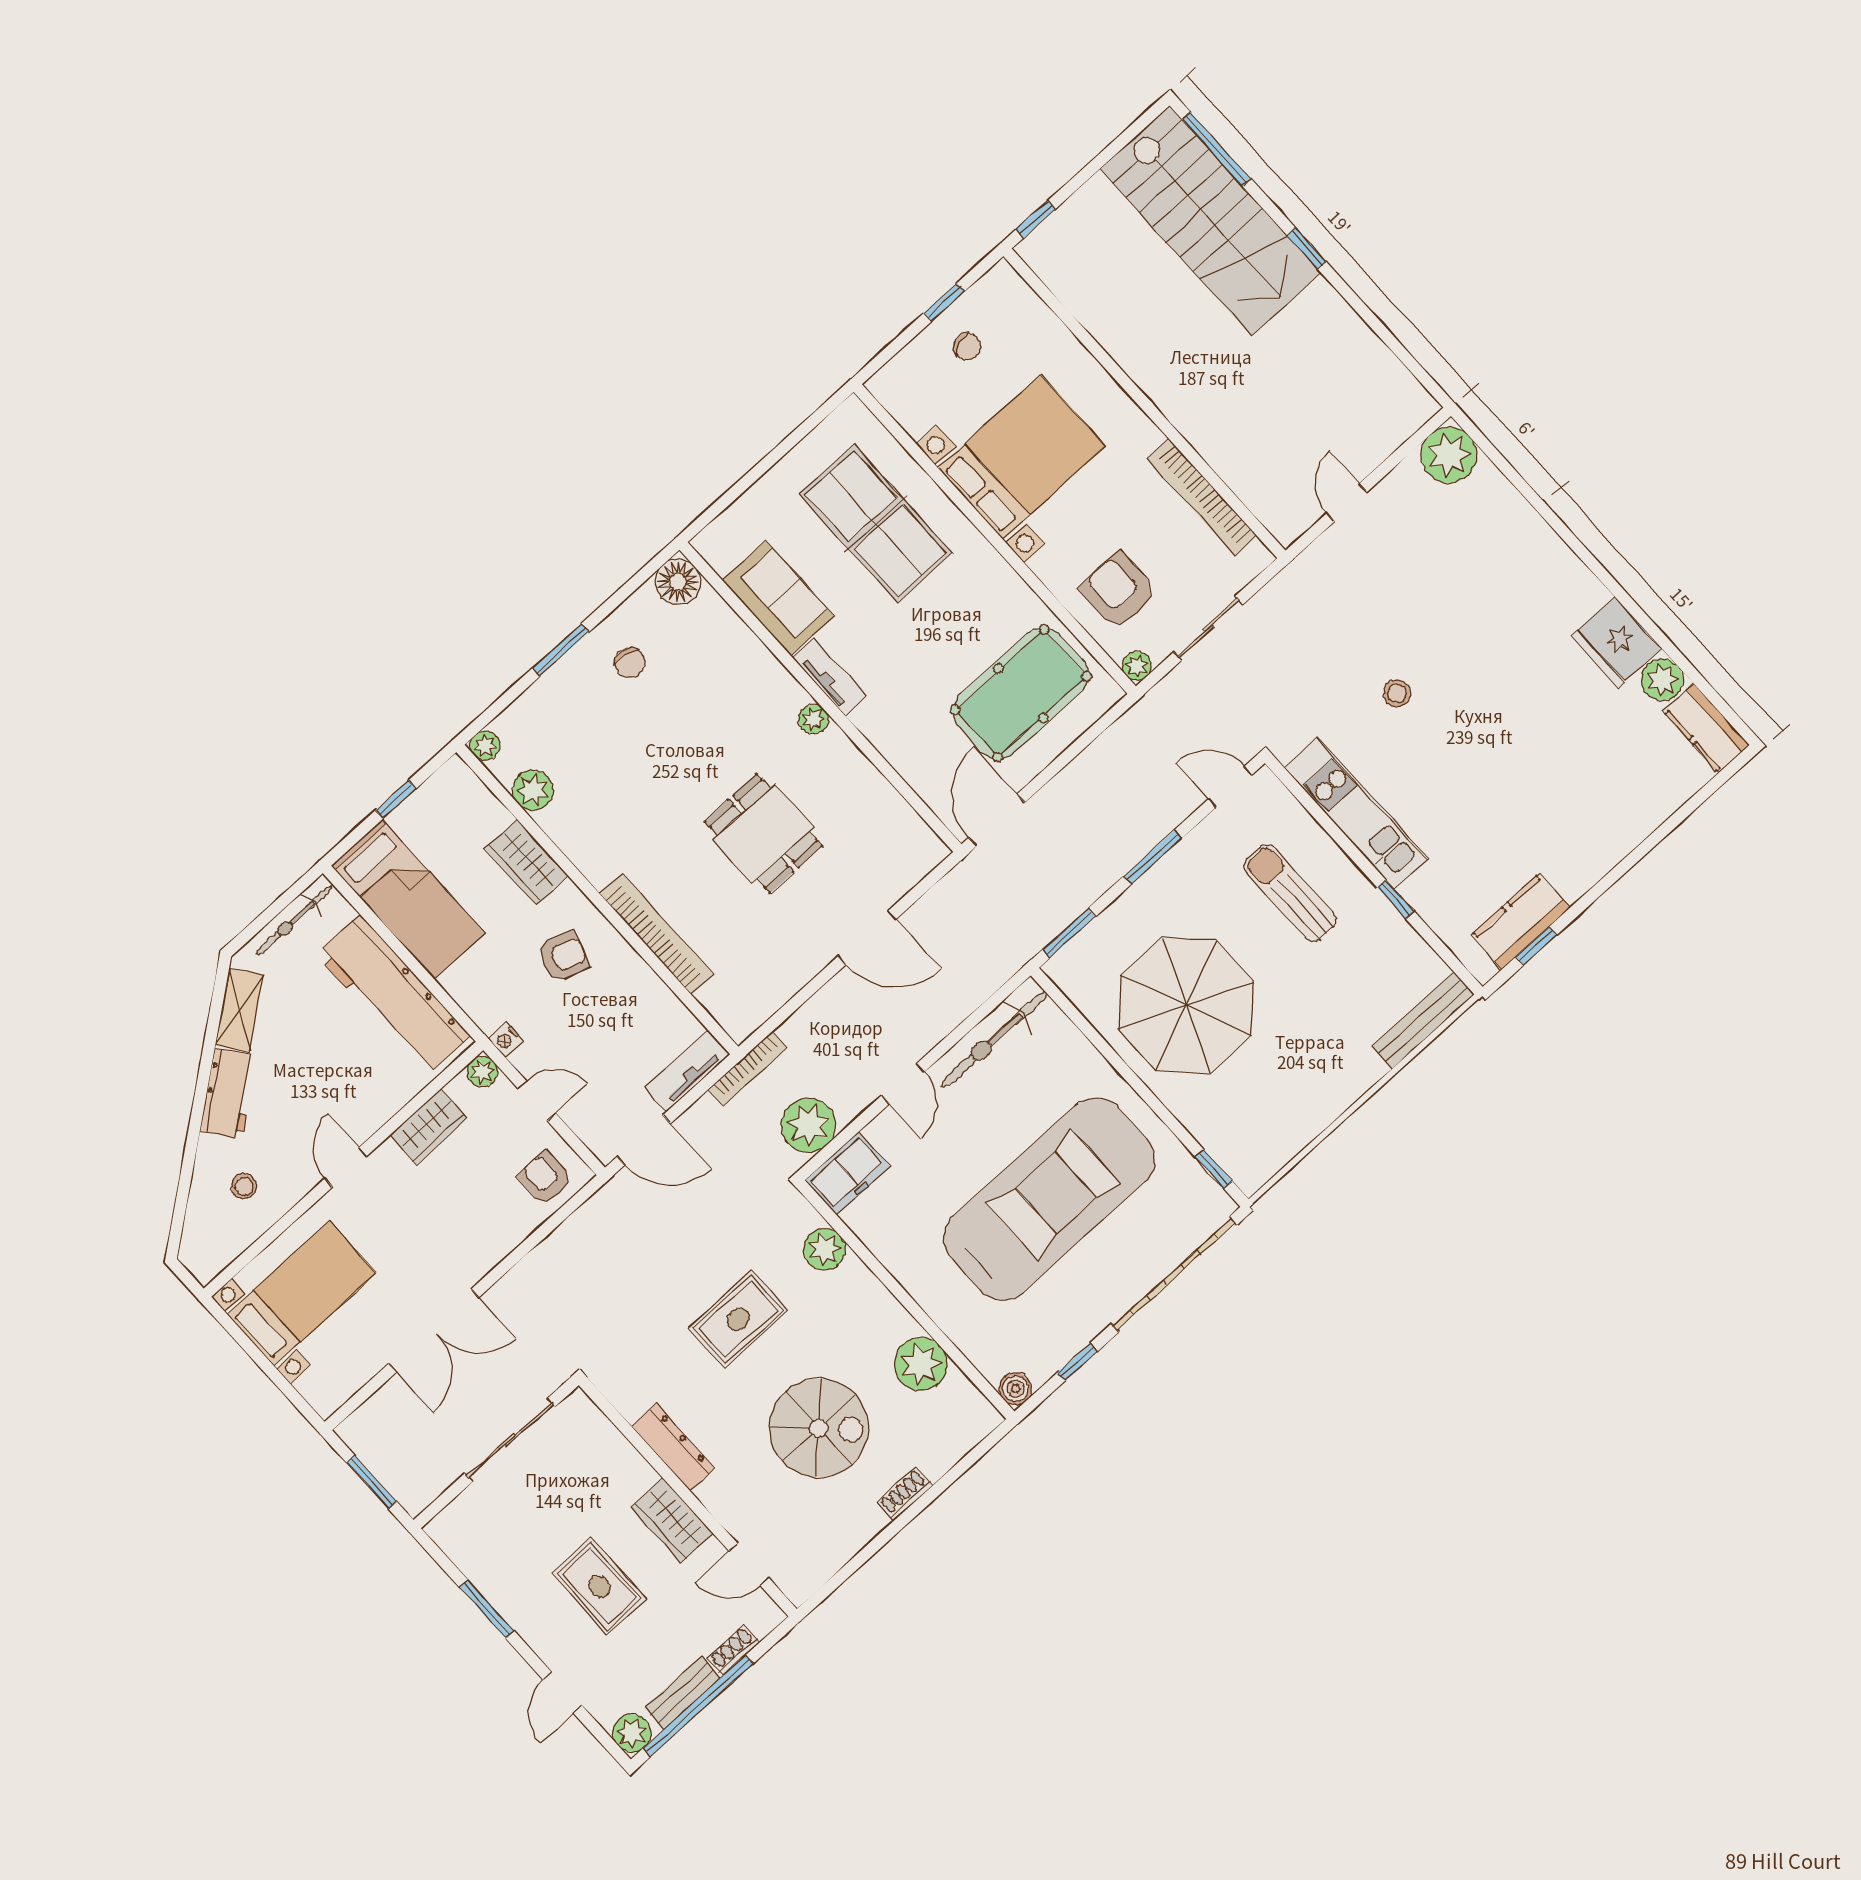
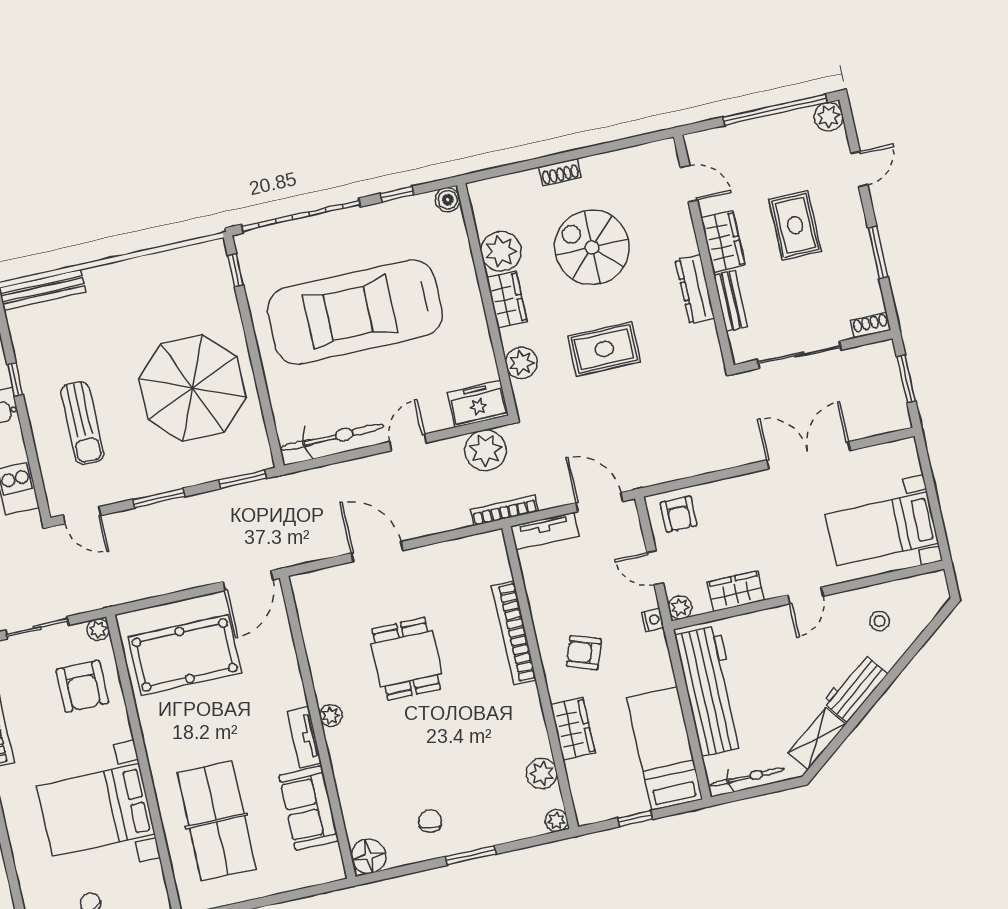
wardrobe: (883, 1312) -> (507, 299), added
shoe rack: (733, 1650) -> (871, 325), moved, turned 180
bench: (683, 1693) -> (731, 301), moved, turned 90

